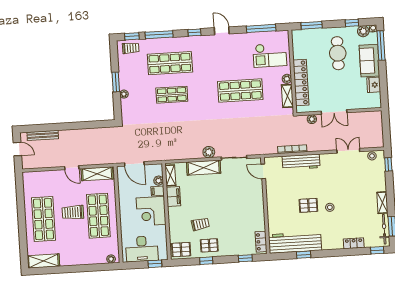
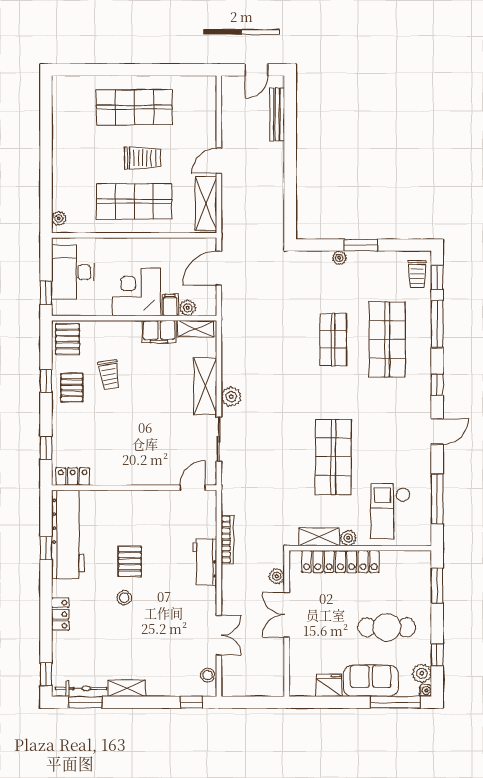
workbench: (301, 162) -> (205, 562), width x0.73
trolley: (73, 212) -> (142, 158), turned 90
locker: (354, 243) -> (60, 614), moved
shelving: (43, 261) -> (62, 103), removed

